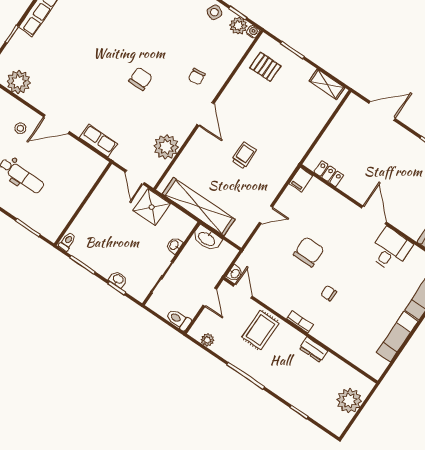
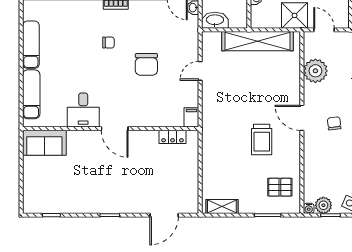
chair: (197, 77) -> (334, 123), moved
trolley: (244, 155) -> (262, 140), moved, width x1.36, depth x1.39
washbasin: (207, 238) -> (215, 20), moved

